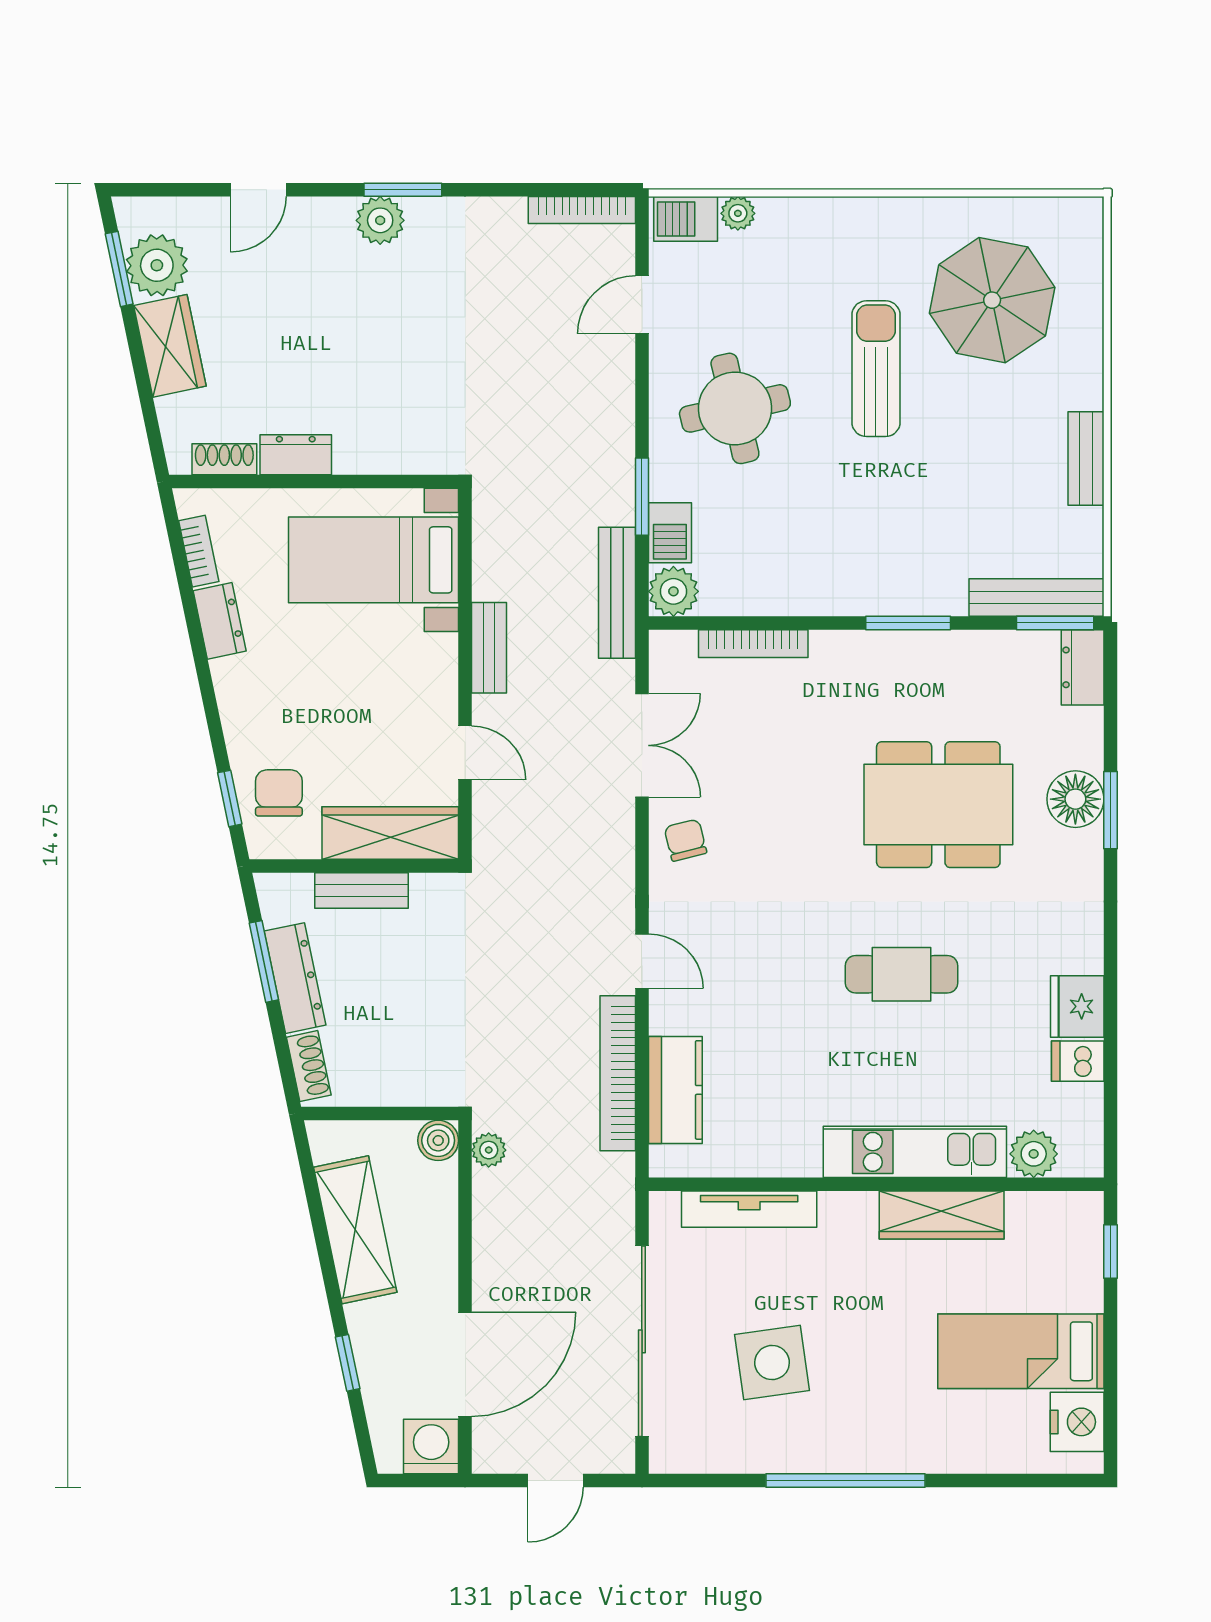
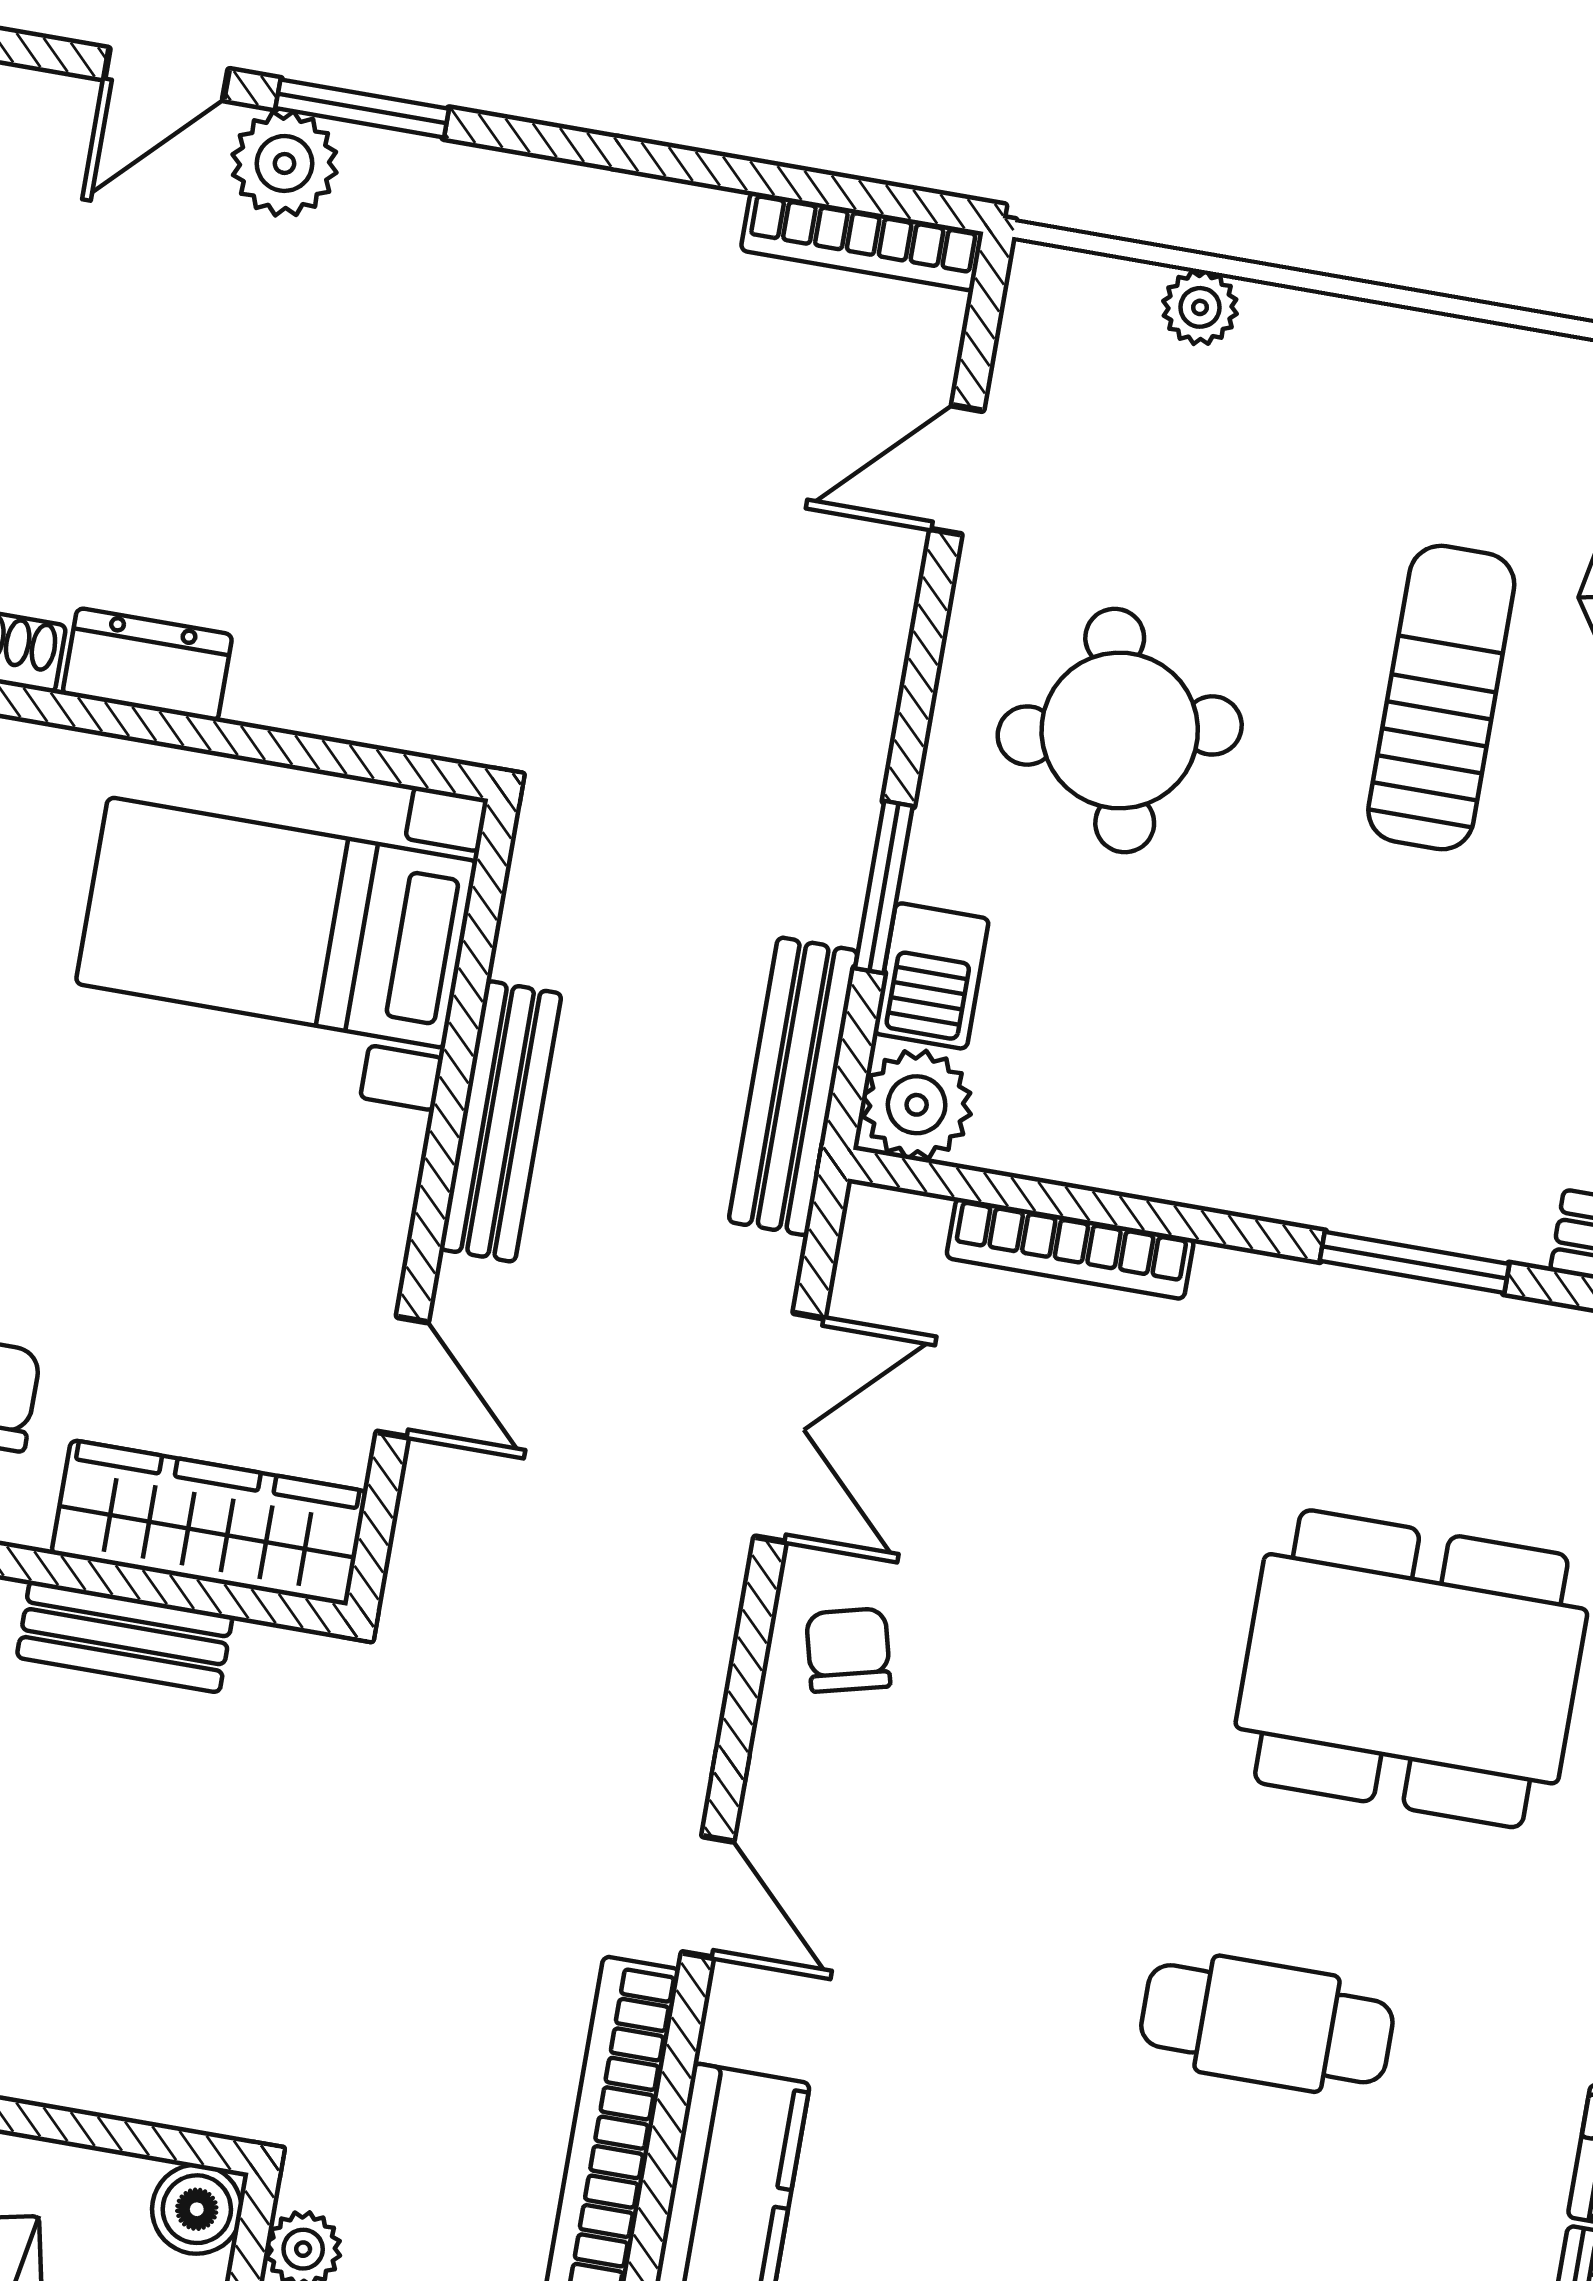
window: (403, 190) -> (362, 108), moved
barbecue: (686, 219) -> (1084, 300), removed
plant: (380, 220) -> (285, 163), moved
bench: (489, 648) -> (501, 1121), width x1.36

